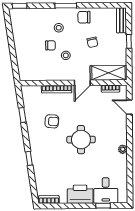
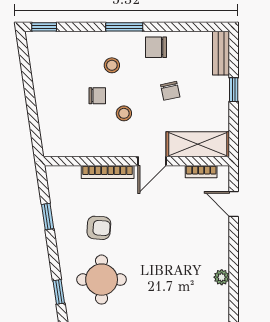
round table: (81, 140) -> (102, 280), moved

